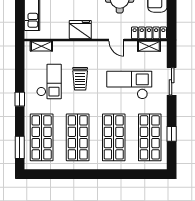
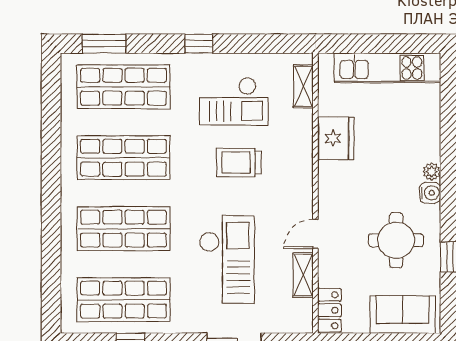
fridge: (80, 30) -> (336, 138), moved
locker: (149, 33) -> (329, 310), width x0.66
shelving: (149, 46) -> (303, 275), moved

